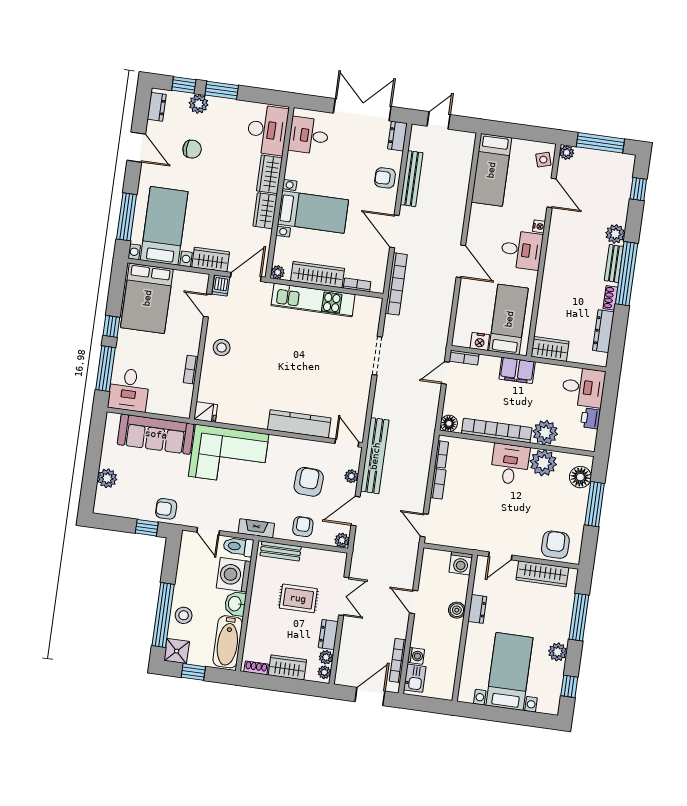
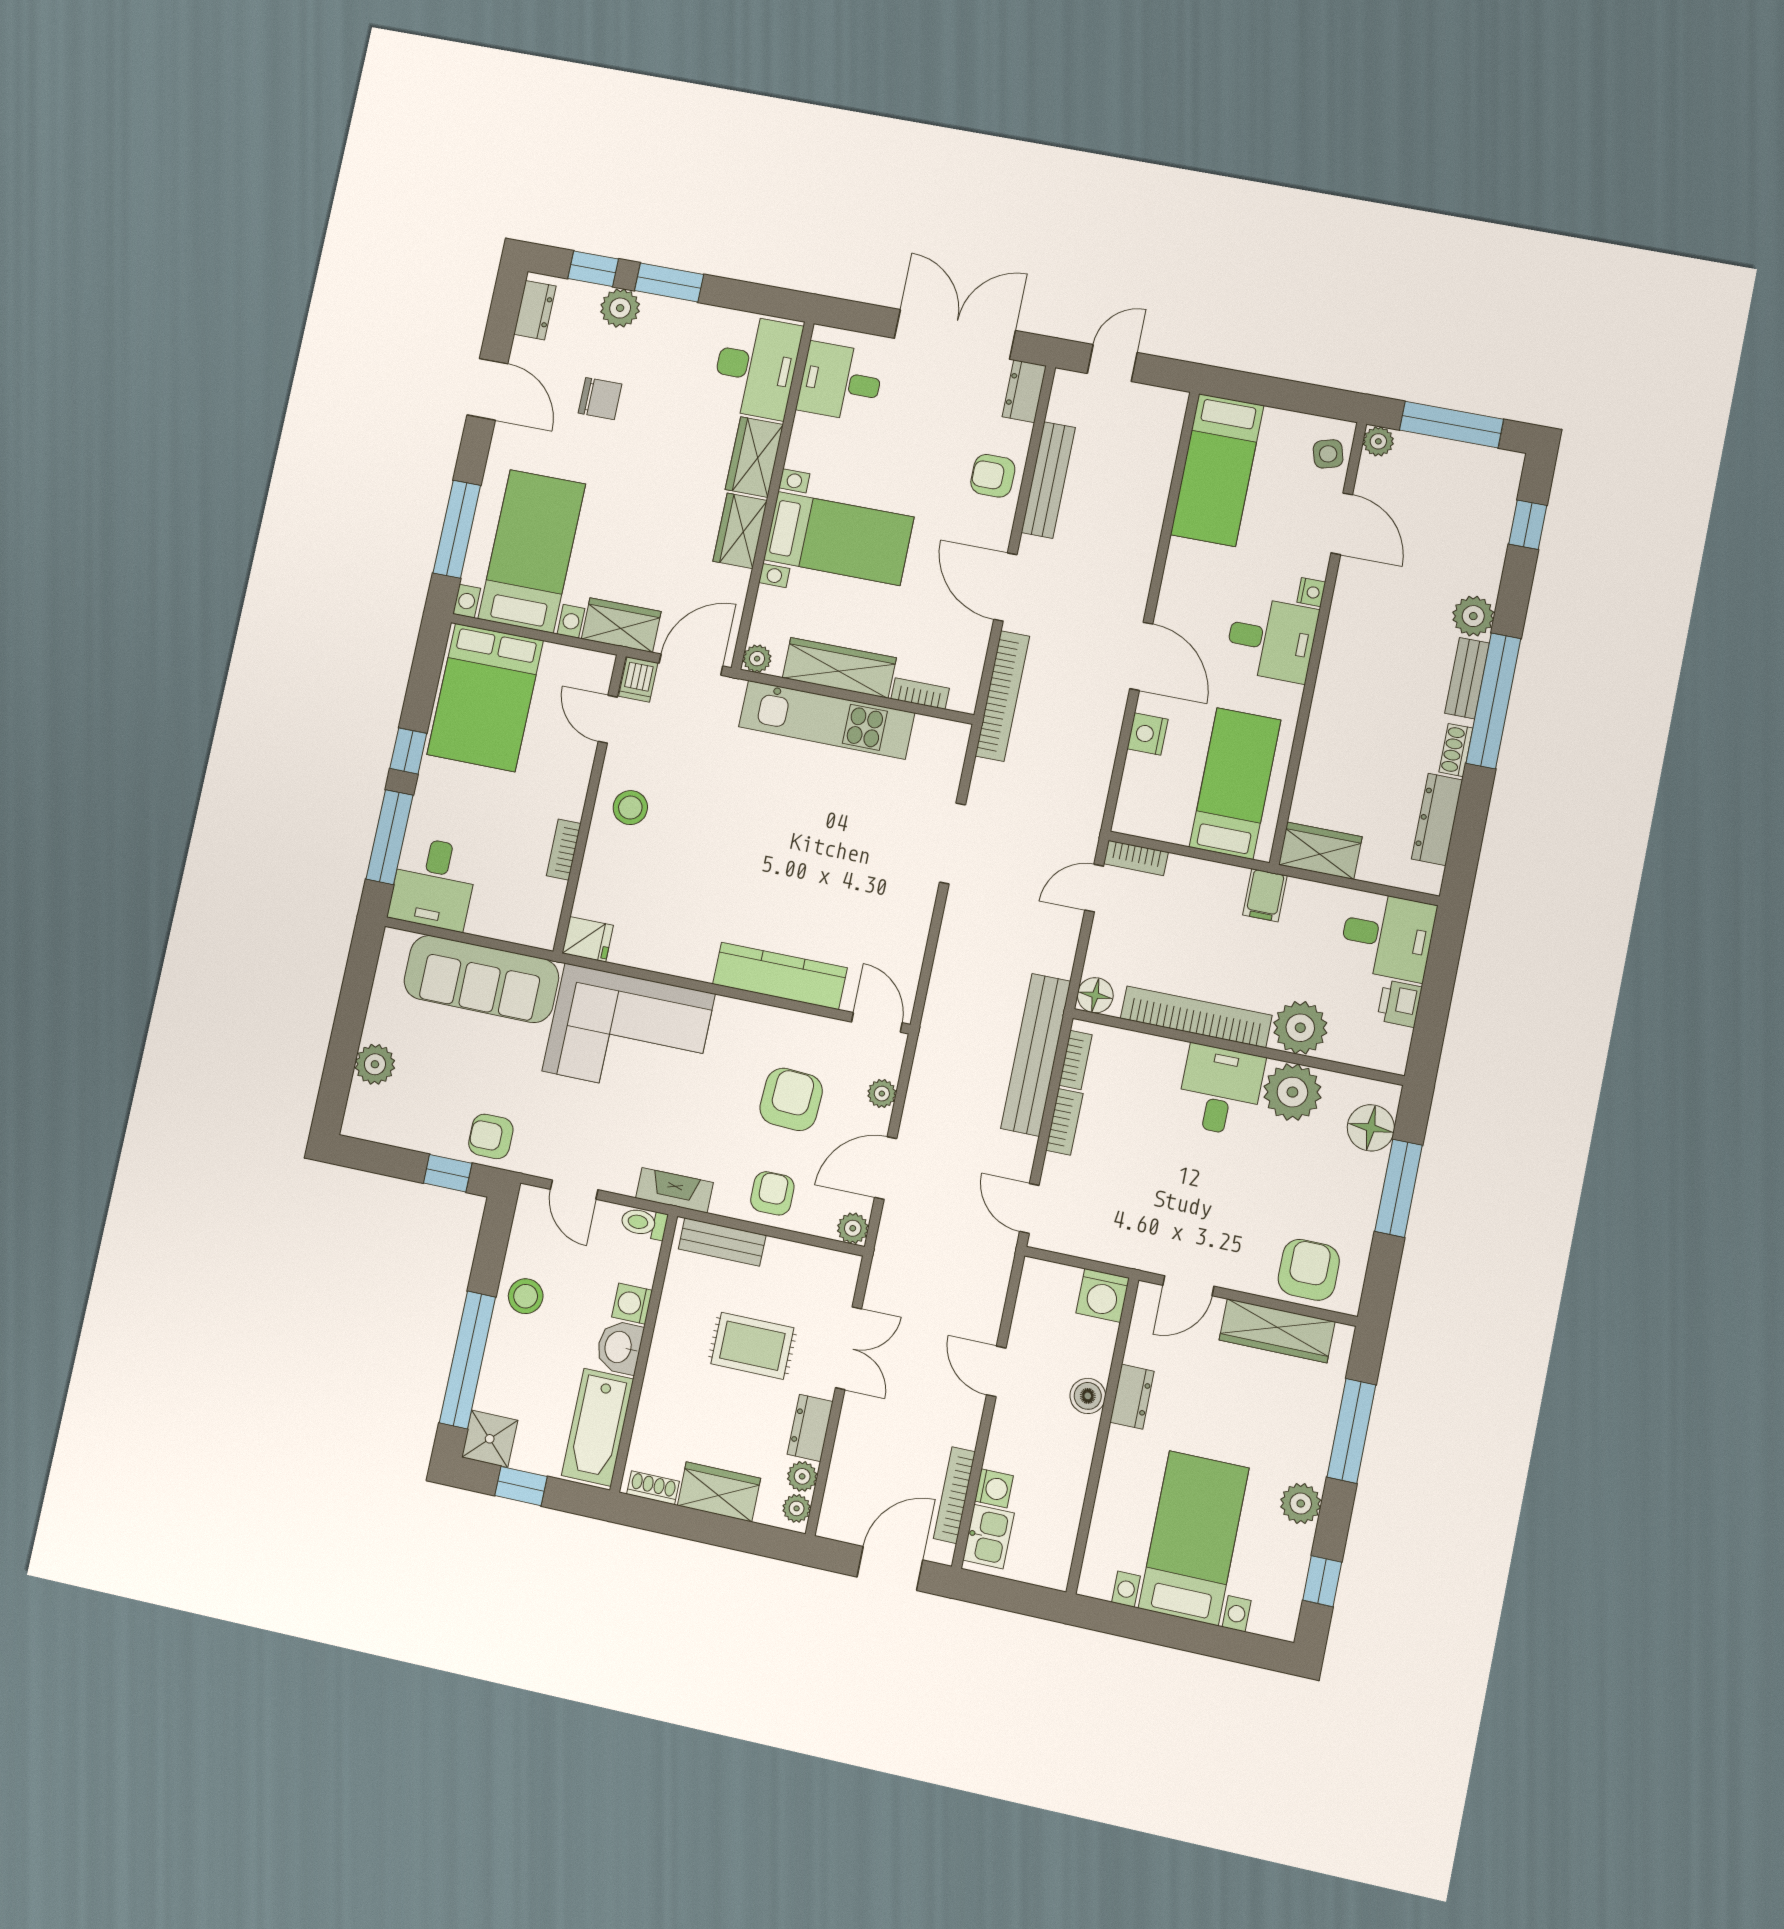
nightstand: (480, 341) -> (1148, 734), moved, turned 90
filing cabinet: (517, 370) -> (1265, 895), width x0.50
bench: (375, 456) -> (1036, 1055), moved
toilet: (238, 547) -> (644, 1223), width x0.73, depth x0.72
washing machine: (234, 575) -> (632, 1304), width x0.53, depth x0.53
stool: (184, 615) -> (526, 1296), moved

